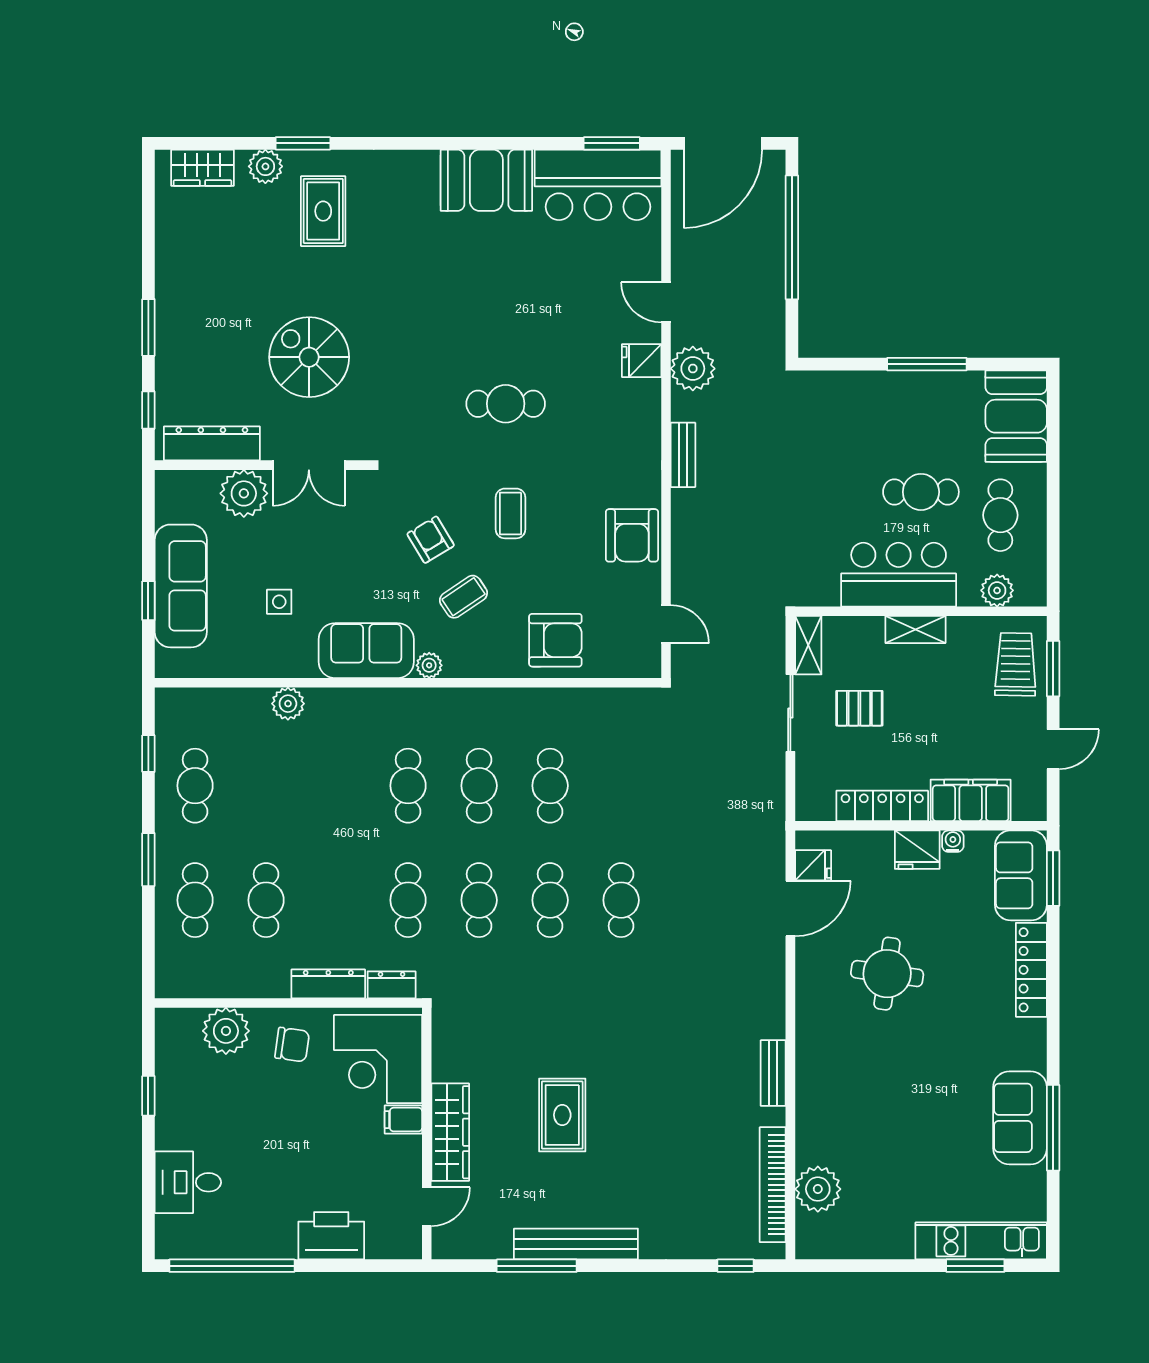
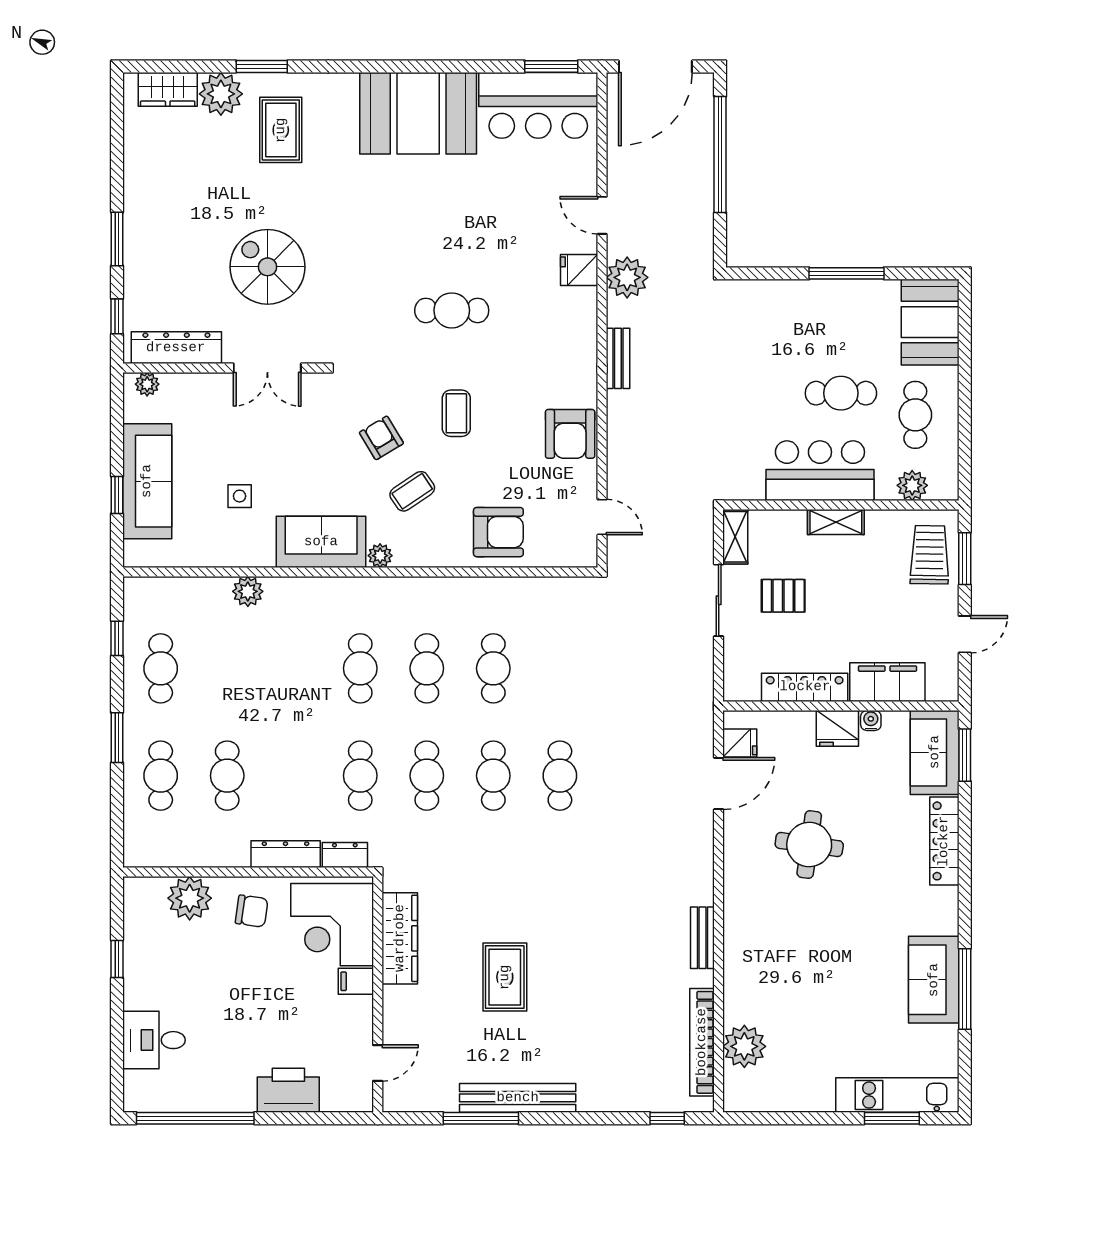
plant: (265, 166) -> (221, 94), width x1.36, depth x1.36
booth: (486, 180) -> (418, 113), width x1.36, depth x1.42
plant: (244, 493) -> (147, 384), moved, width x0.53, depth x0.53
wardrobe: (450, 1132) -> (400, 938), moved

